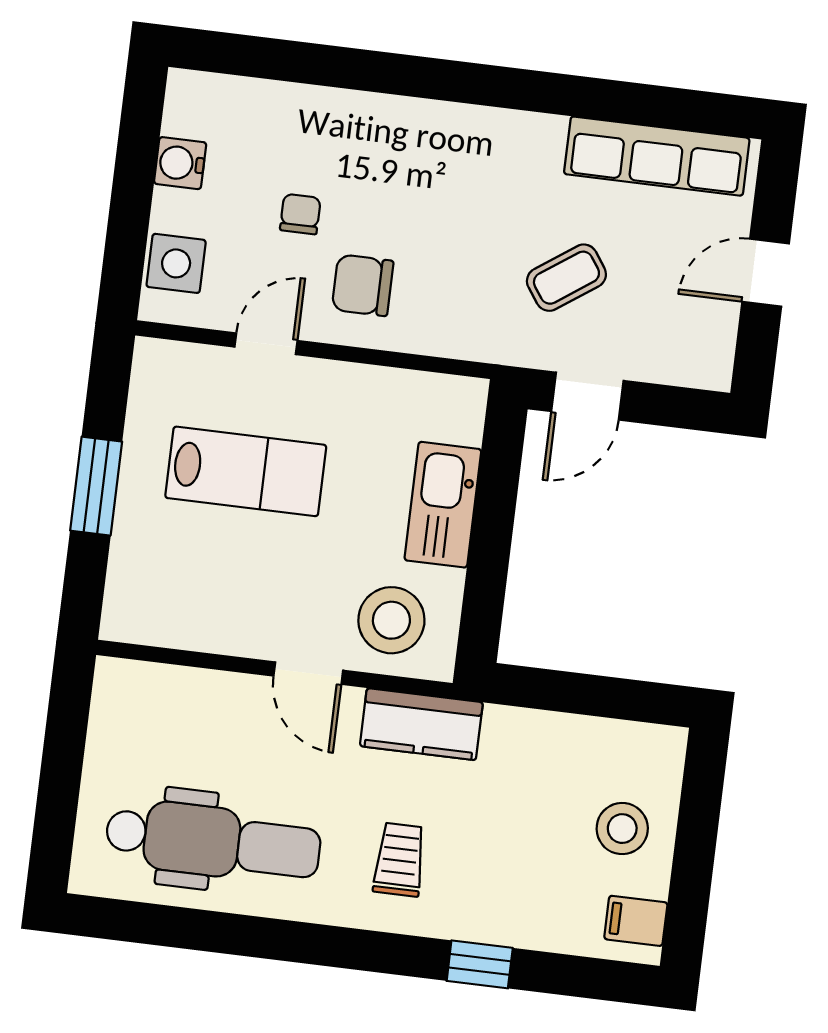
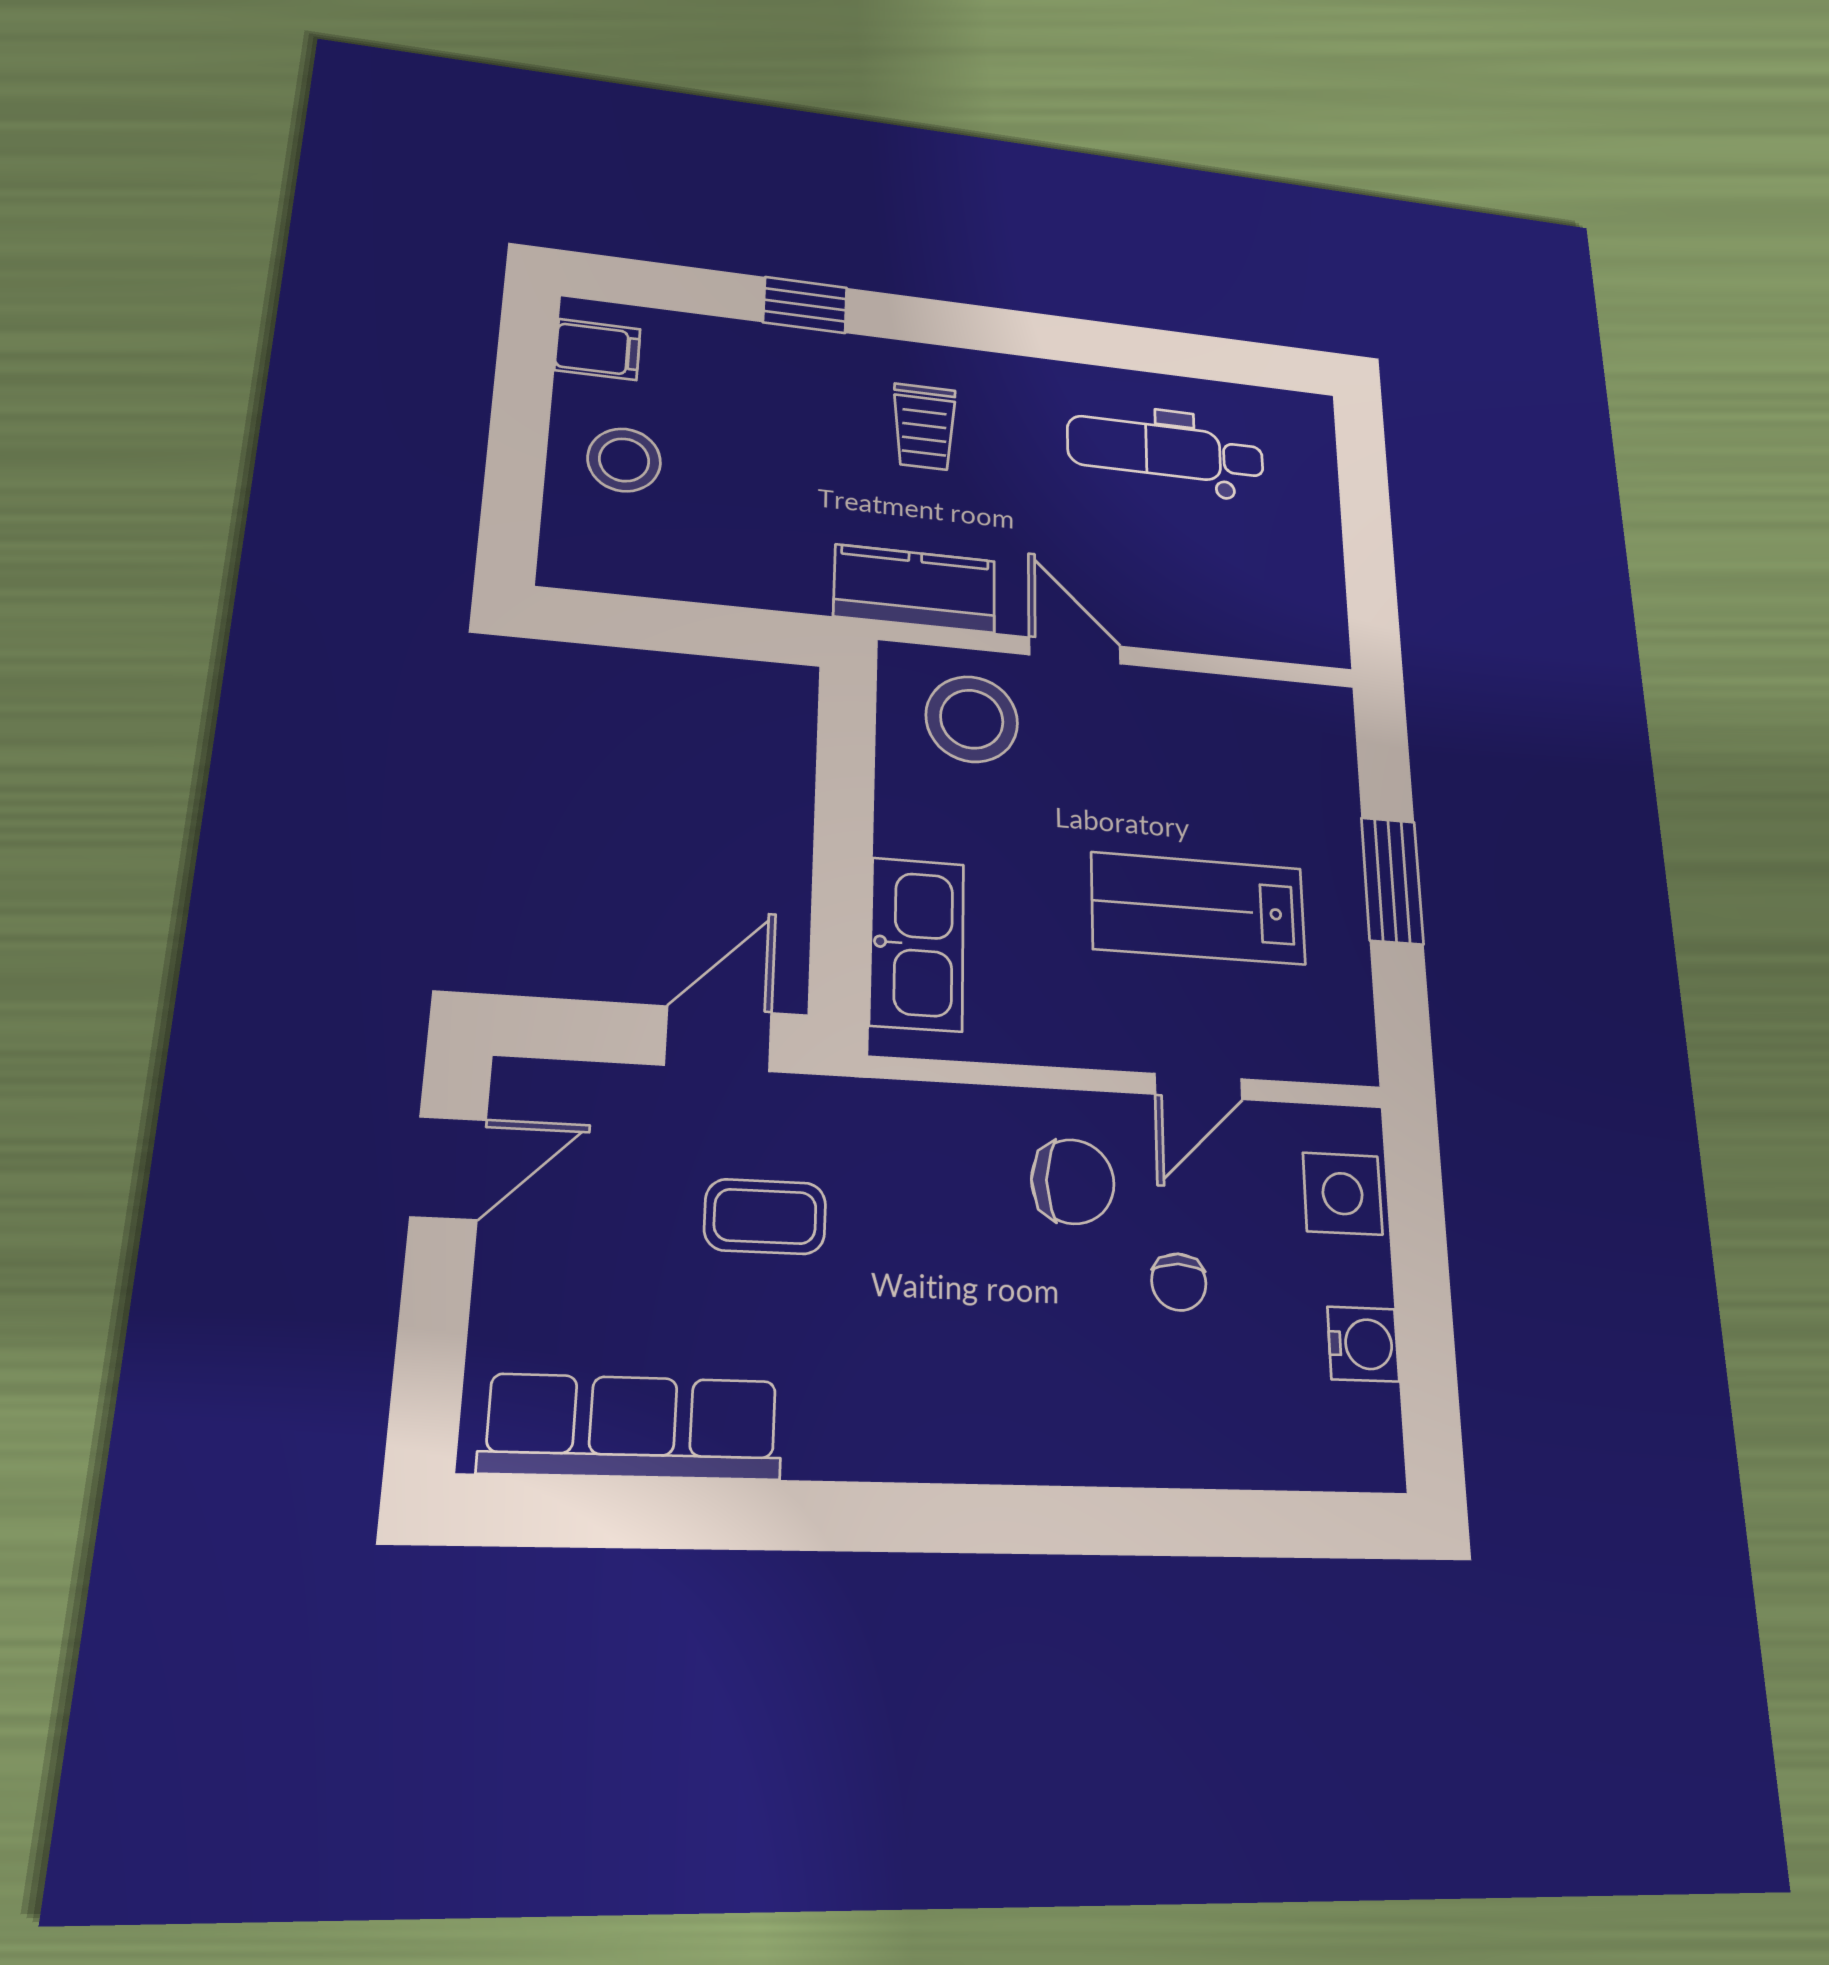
door: (766, 273) -> (448, 1168), moved
coffee table: (566, 278) -> (765, 1217), turned 35
kitchen sink: (443, 505) -> (917, 944), moved
dental chair: (213, 842) -> (1166, 451), width x0.73, depth x0.72

